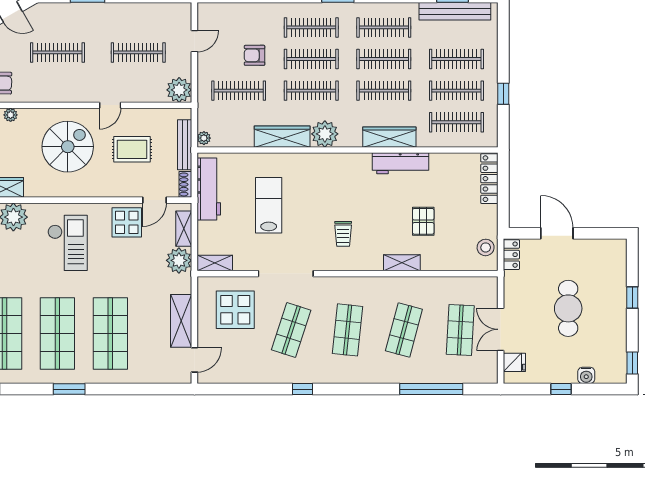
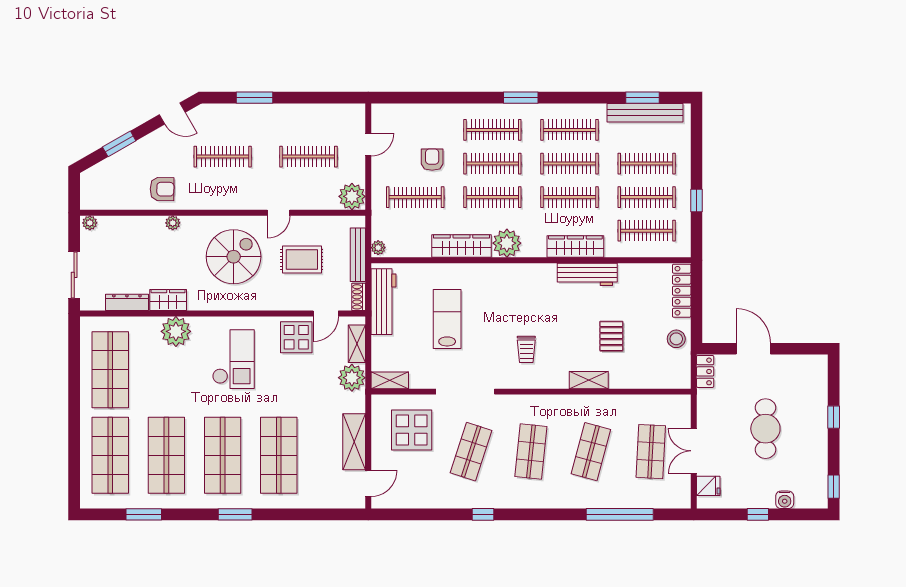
armchair: (255, 55) -> (432, 160), turned 90
stool: (486, 247) -> (676, 339), moved

